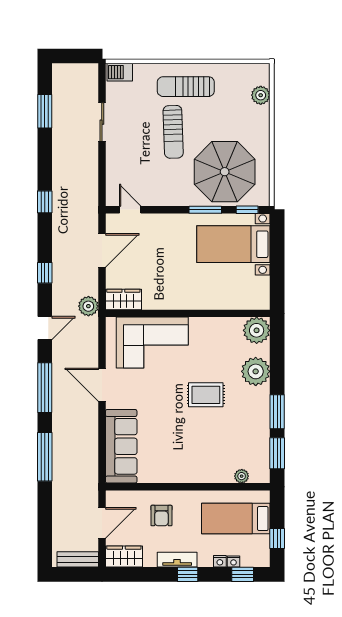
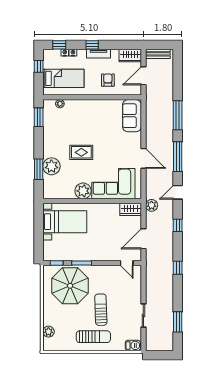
bed with nightstands: (233, 244) -> (65, 222), moved
plant: (257, 330) -> (83, 191), moved
window: (277, 412) -> (39, 169), moved
sofa: (121, 446) -> (132, 116), width x0.73

